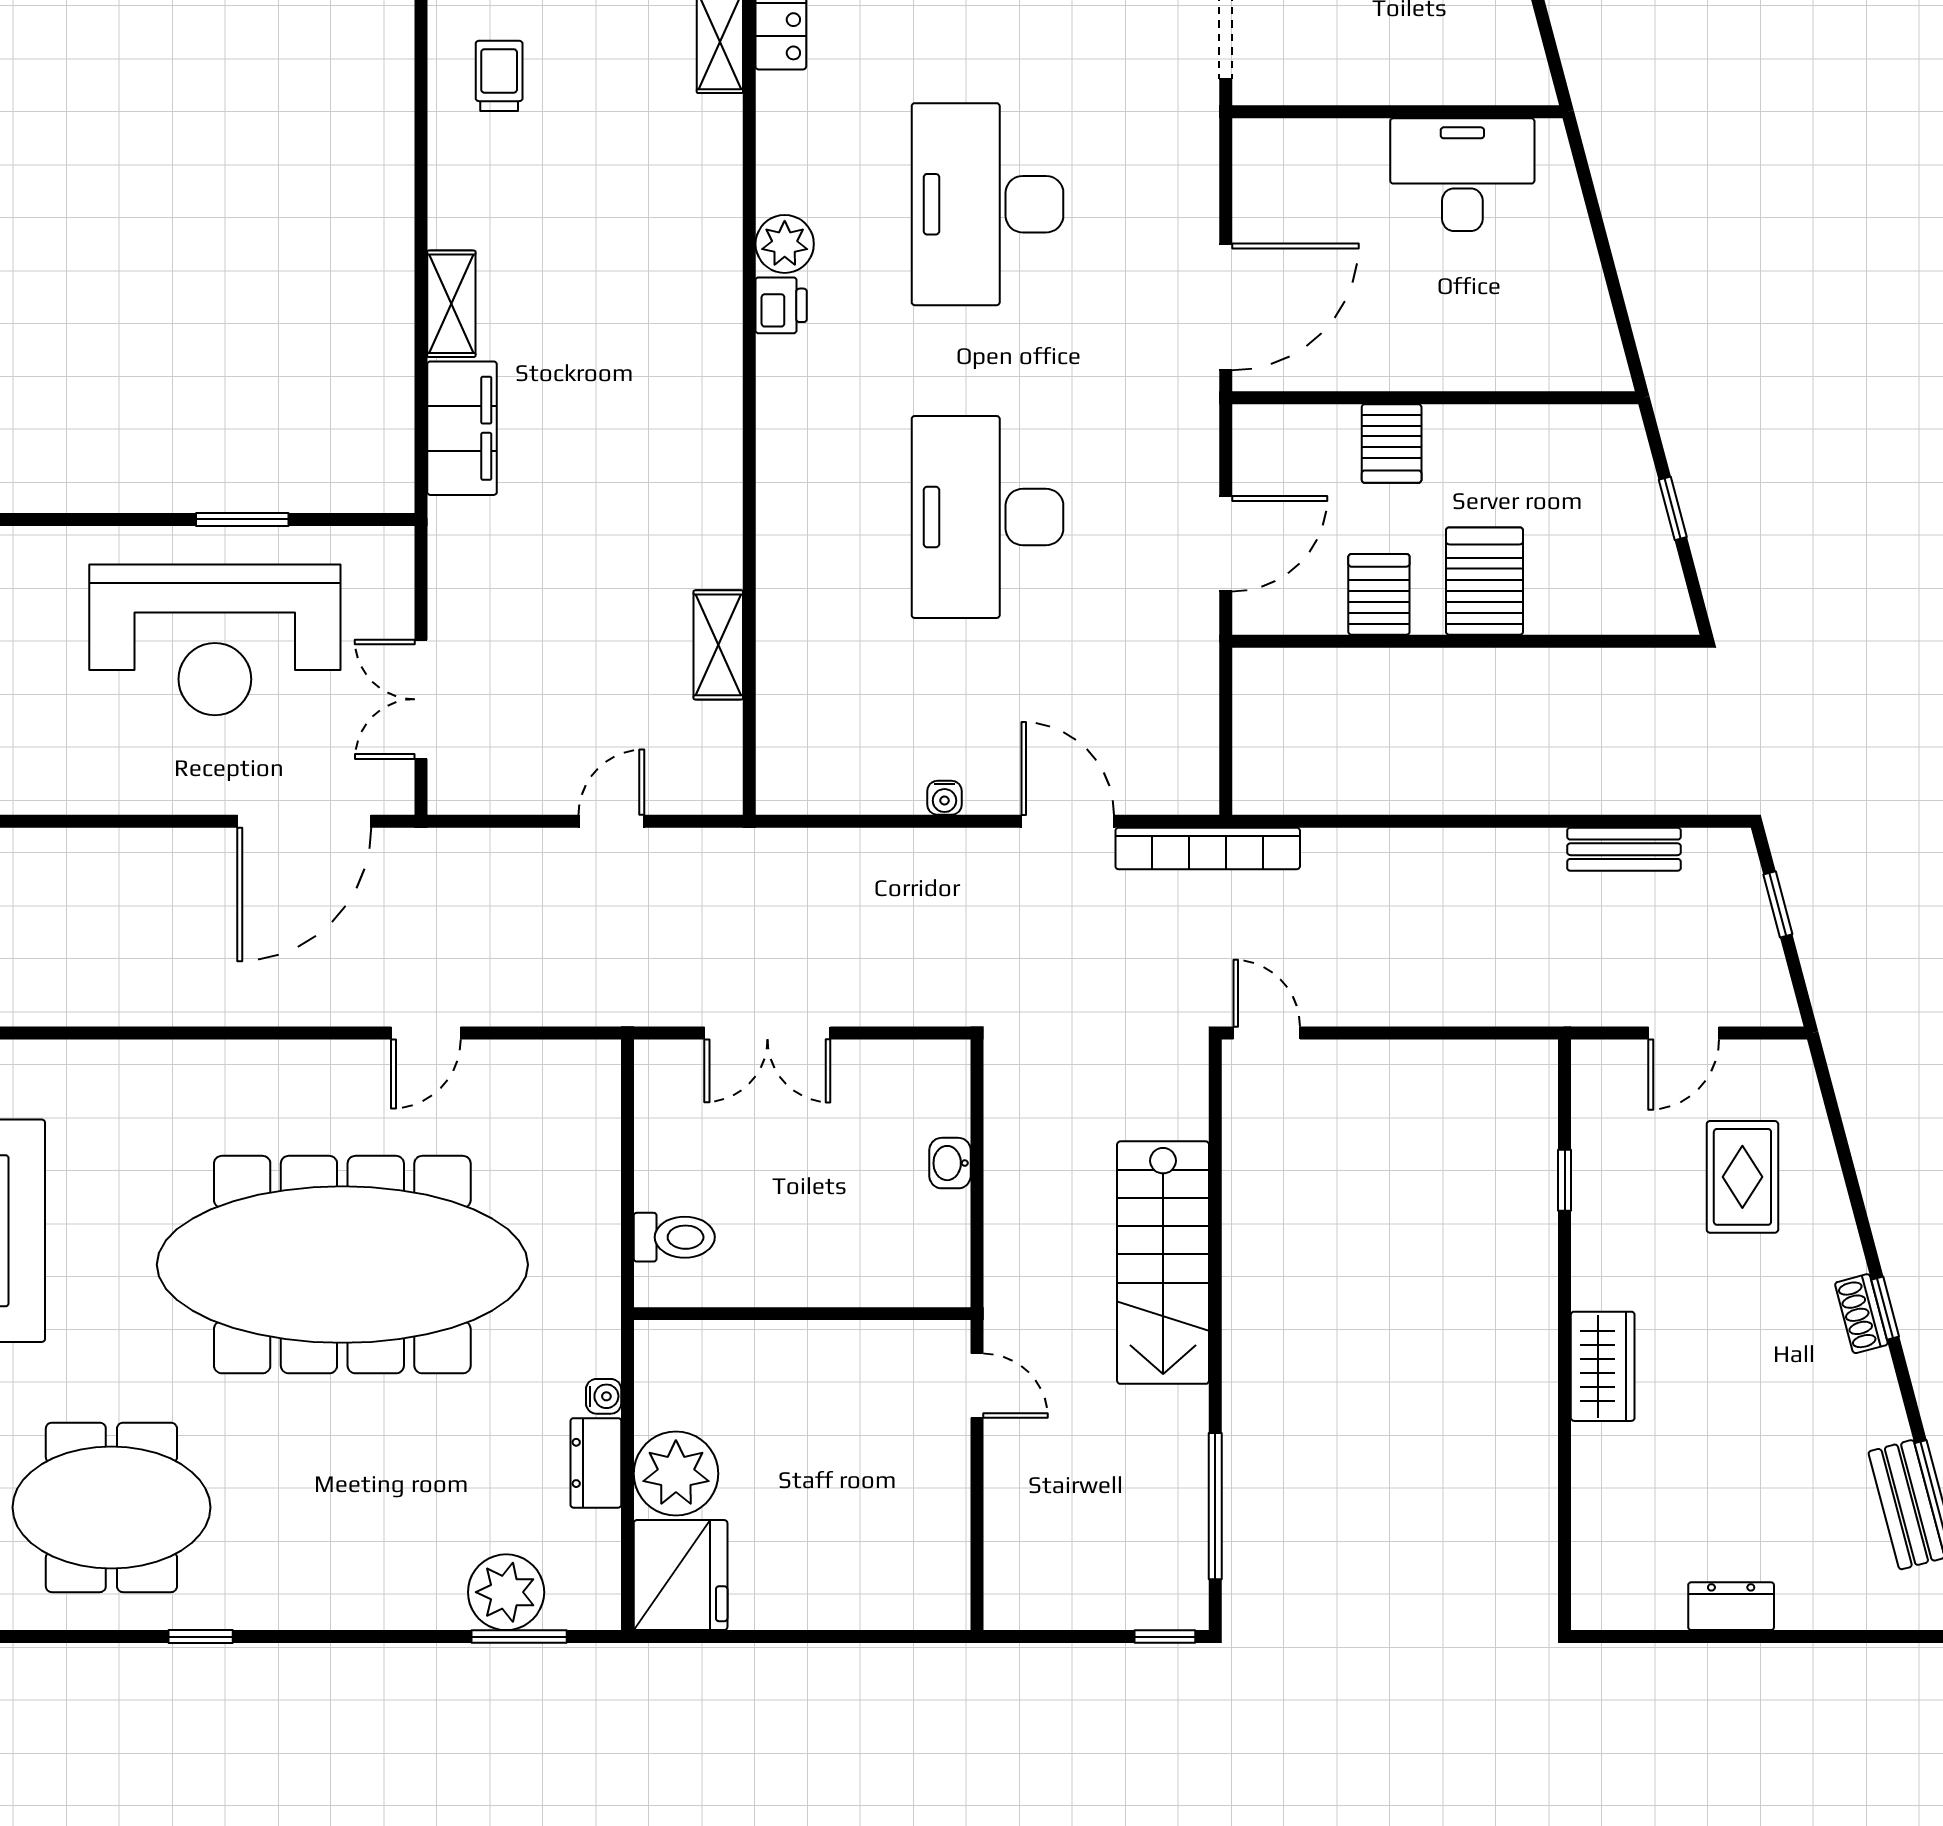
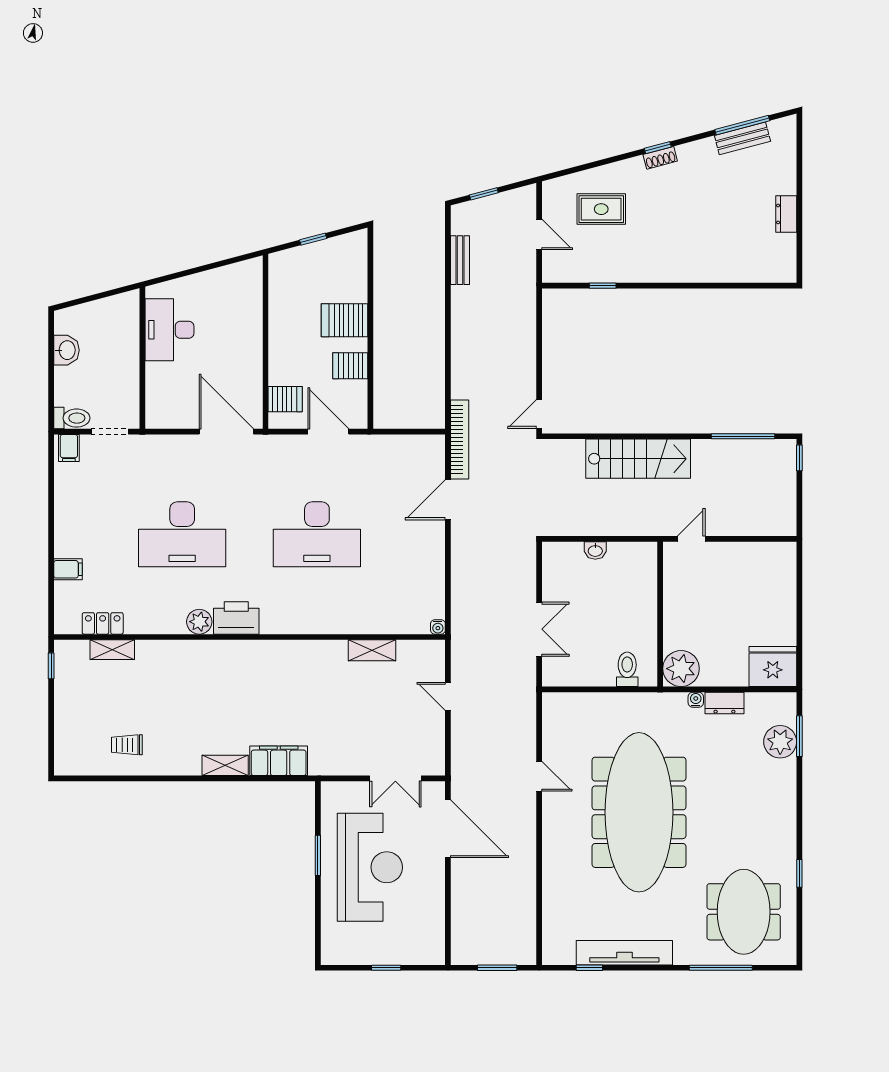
printer: (781, 305) -> (236, 618), width x1.87, depth x1.48
server rack: (1392, 443) -> (285, 399), moved
water cooler: (945, 798) -> (438, 627), moved, turned 90
wardrobe: (1603, 1366) -> (683, 269), removed
plant: (676, 1474) -> (681, 669), moved

